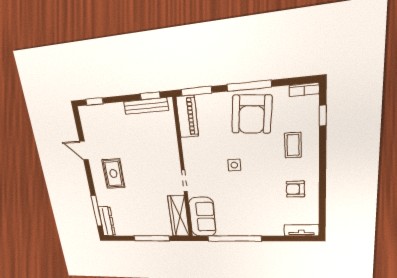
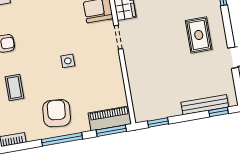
bench: (146, 106) -> (205, 105), moved
armchair: (252, 114) -> (57, 113), width x0.73, depth x0.73
piano: (187, 117) -> (110, 118), moved, turned 90

